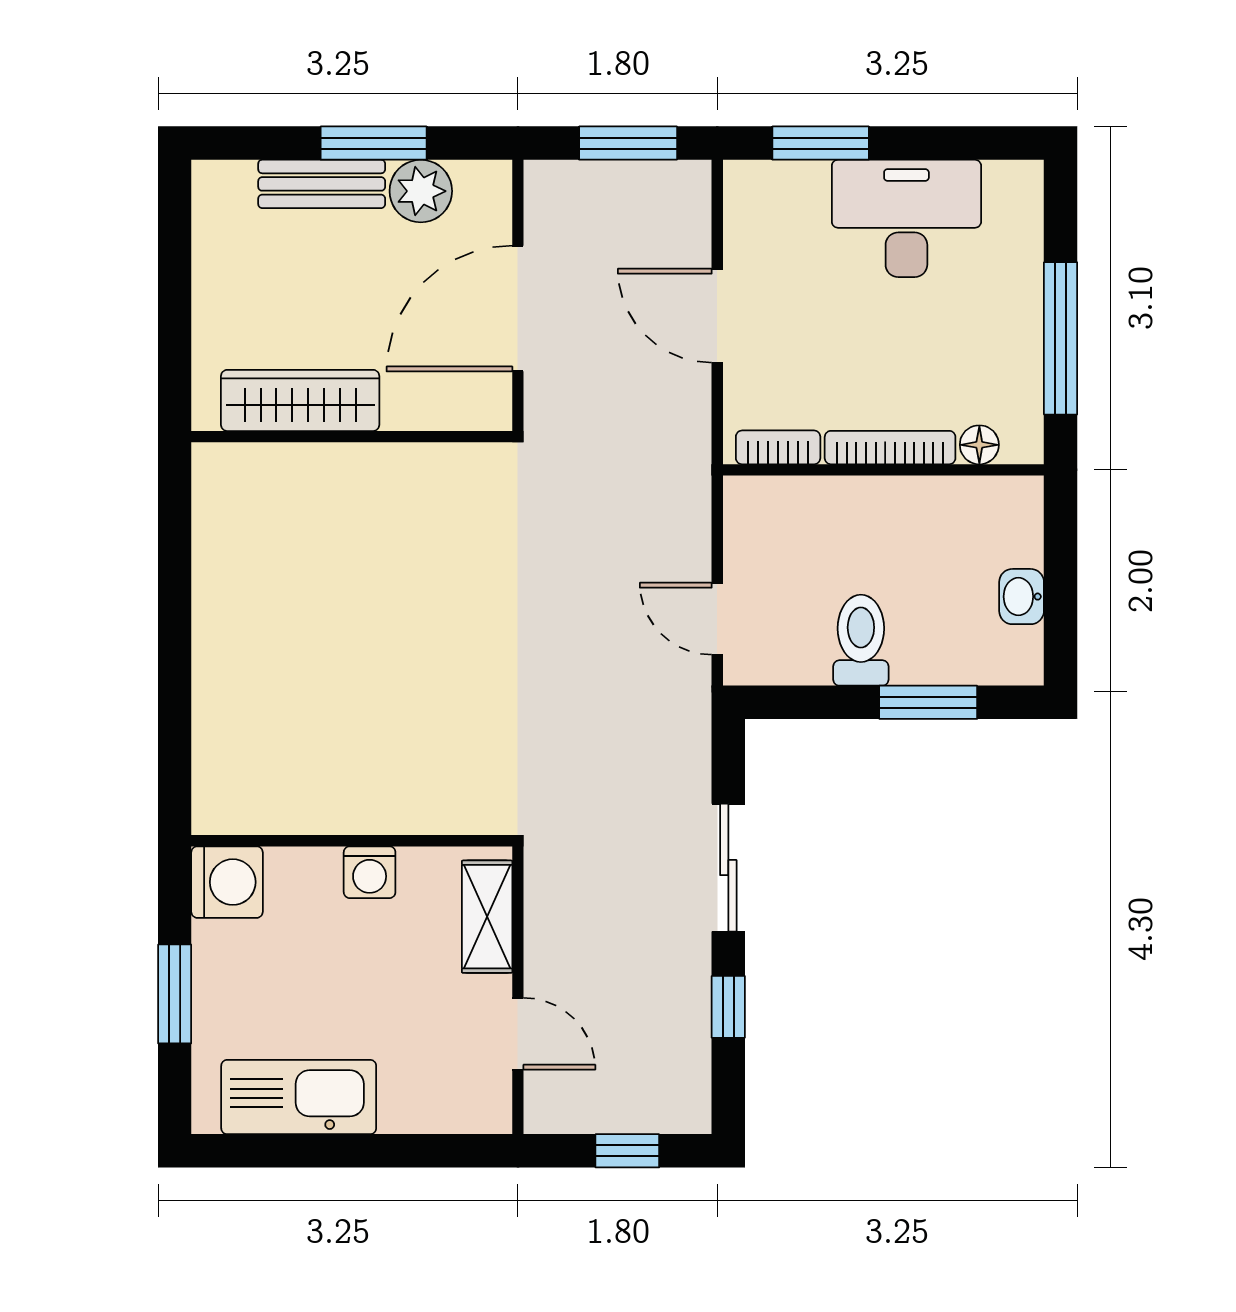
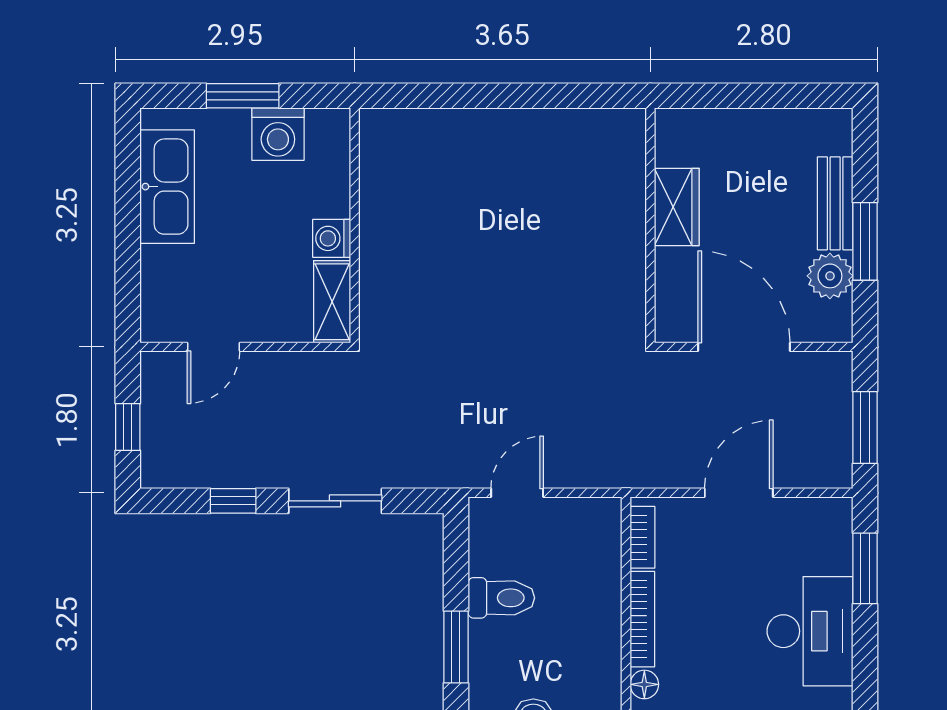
wardrobe: (300, 400) -> (677, 207), width x0.67
washing machine: (227, 882) -> (278, 134), moved
shelving: (487, 917) -> (332, 302), moved, turned 90

